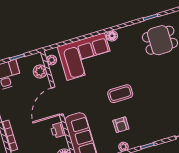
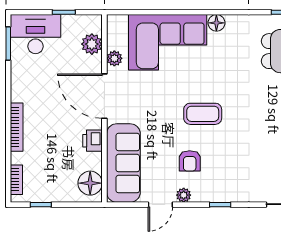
plant: (52, 60) -> (114, 58), moved
door: (57, 101) -> (104, 96), hinge flipped

